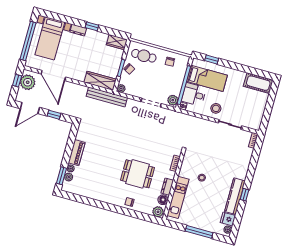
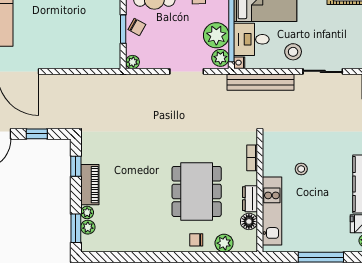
wardrobe: (100, 81) -> (96, 59), removed
plant: (174, 86) -> (216, 35), added
bench: (107, 97) -> (260, 82), moved
window: (71, 140) -> (76, 166), added
dining table: (138, 174) -> (197, 191), width x1.38
plant: (158, 212) -> (224, 243), moved

